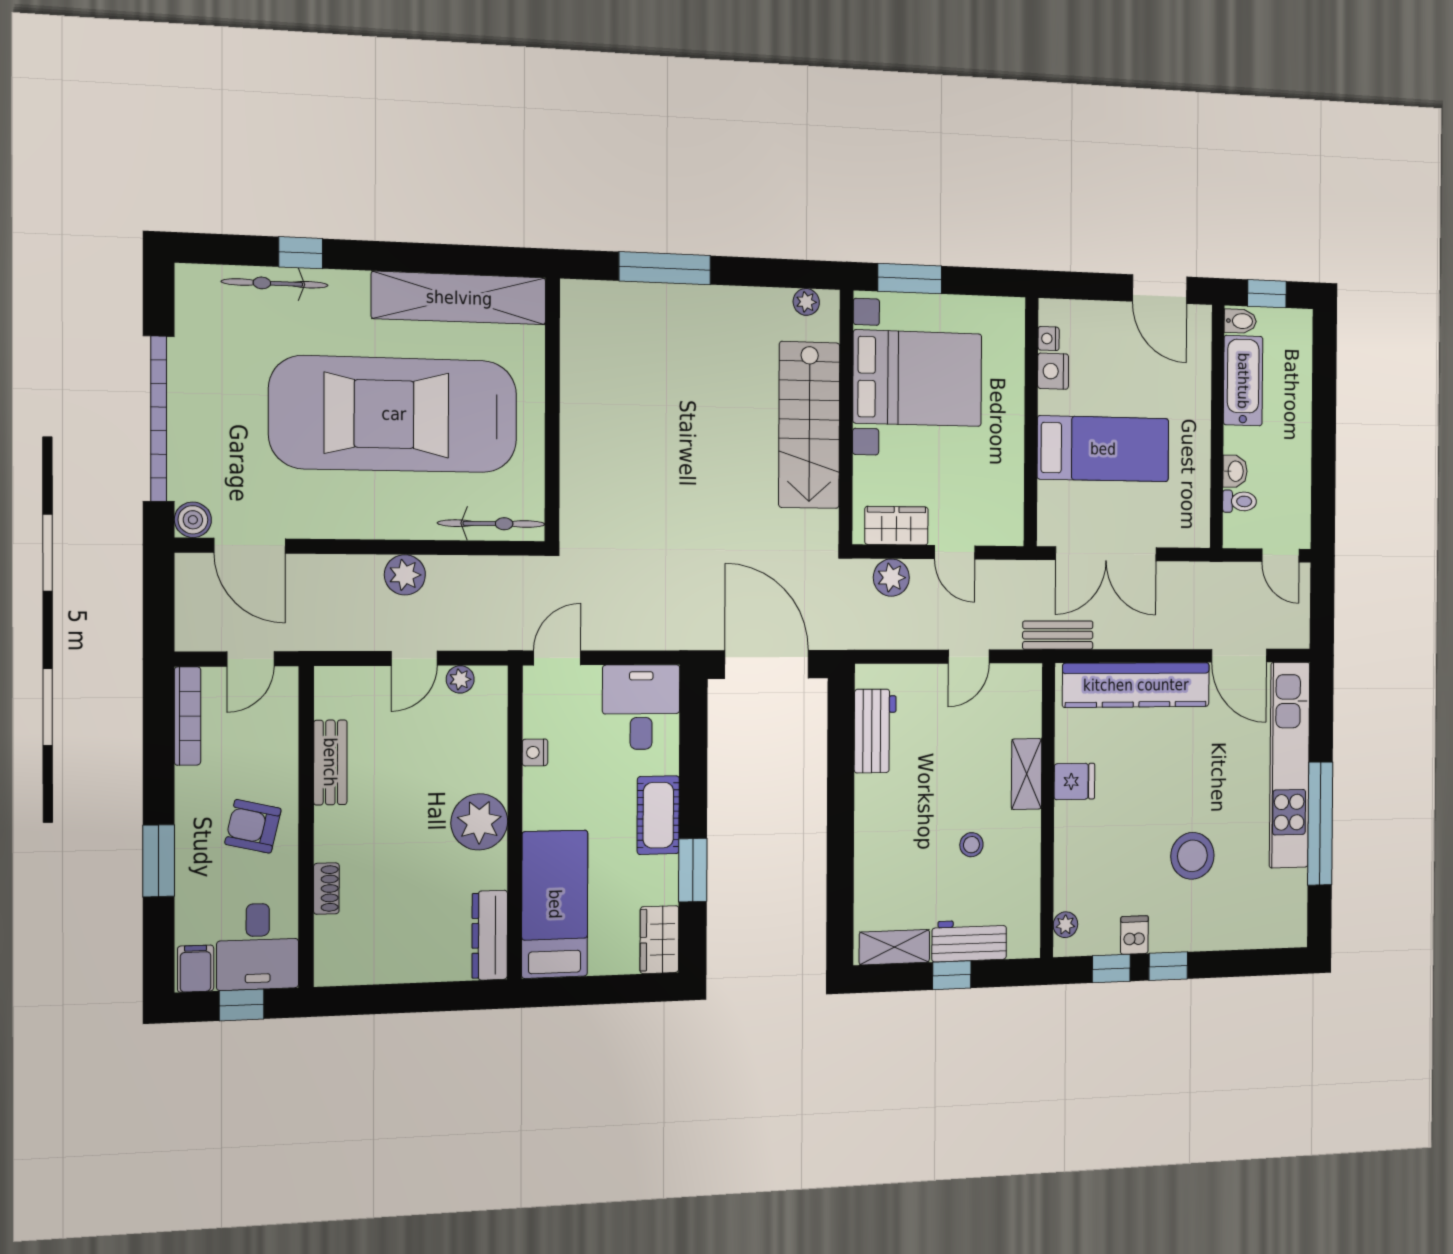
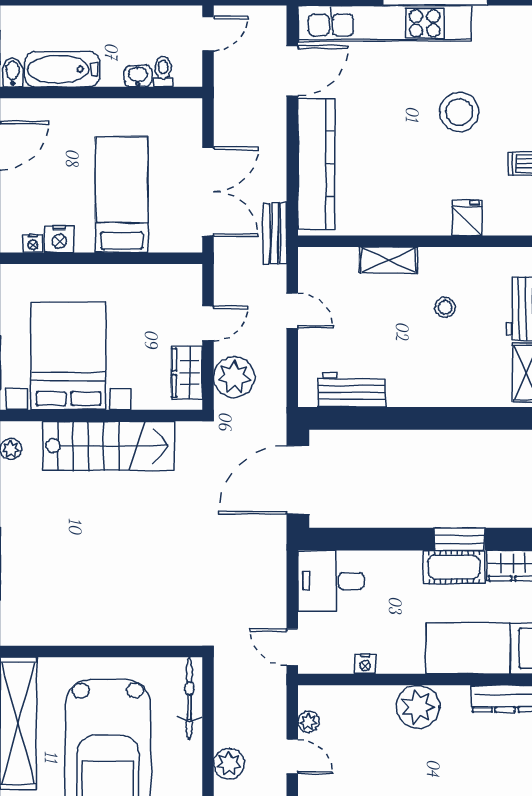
plant: (891, 578) -> (234, 377), width x1.36, depth x1.36
fridge: (1074, 781) -> (467, 218), moved
cot: (658, 815) -> (454, 567), moved
plant: (1065, 925) -> (513, 225), removed

